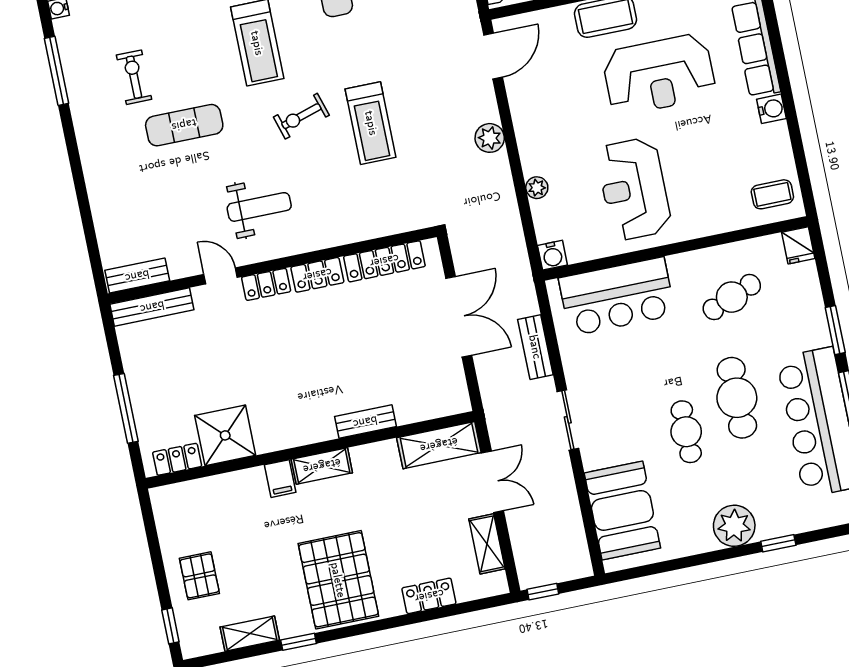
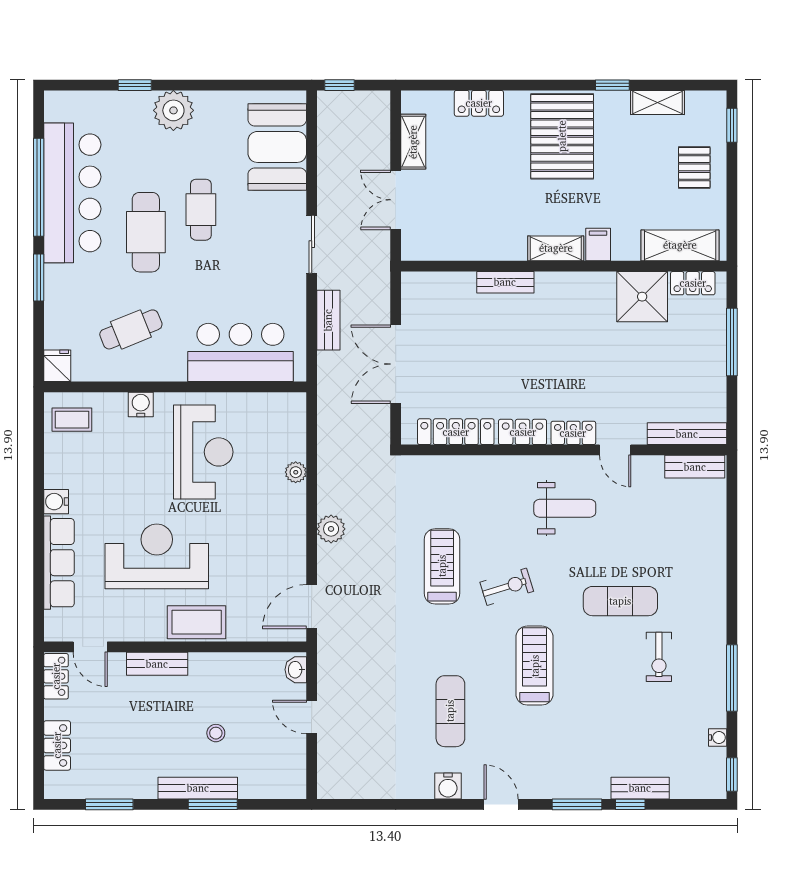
weight bench: (259, 207) -> (565, 508), turned 180
water cooler: (552, 255) -> (141, 405), moved
shelving: (439, 445) -> (680, 245), moved
window: (543, 592) -> (339, 85), moved

